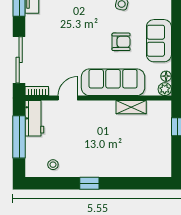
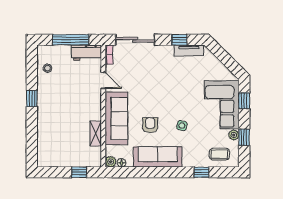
sofa: (159, 41) -> (158, 157), width x1.36
armchair: (121, 42) -> (150, 125), turned 180

